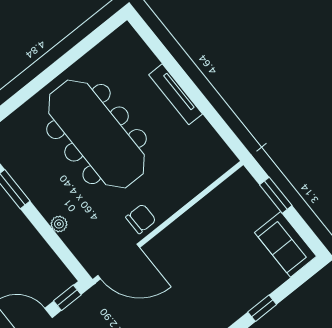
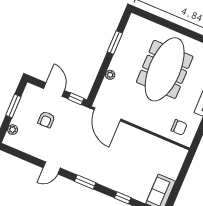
window: (276, 195) -> (182, 174), removed
chair: (141, 219) -> (179, 127), moved

